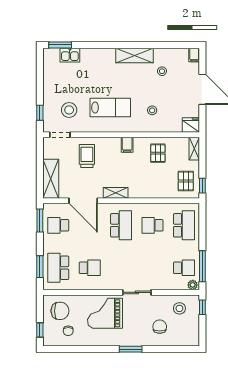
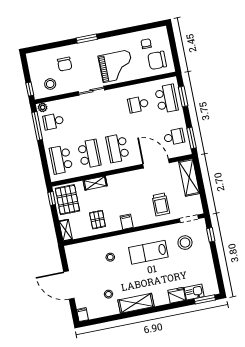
fridge: (191, 125) -> (177, 295), moved, turned 180
pallet: (186, 181) -> (67, 200), width x1.50, depth x1.42
shelving: (116, 193) -> (95, 183), moved
school desk: (153, 225) -> (89, 154), width x1.85
window: (40, 330) -> (172, 39), removed

